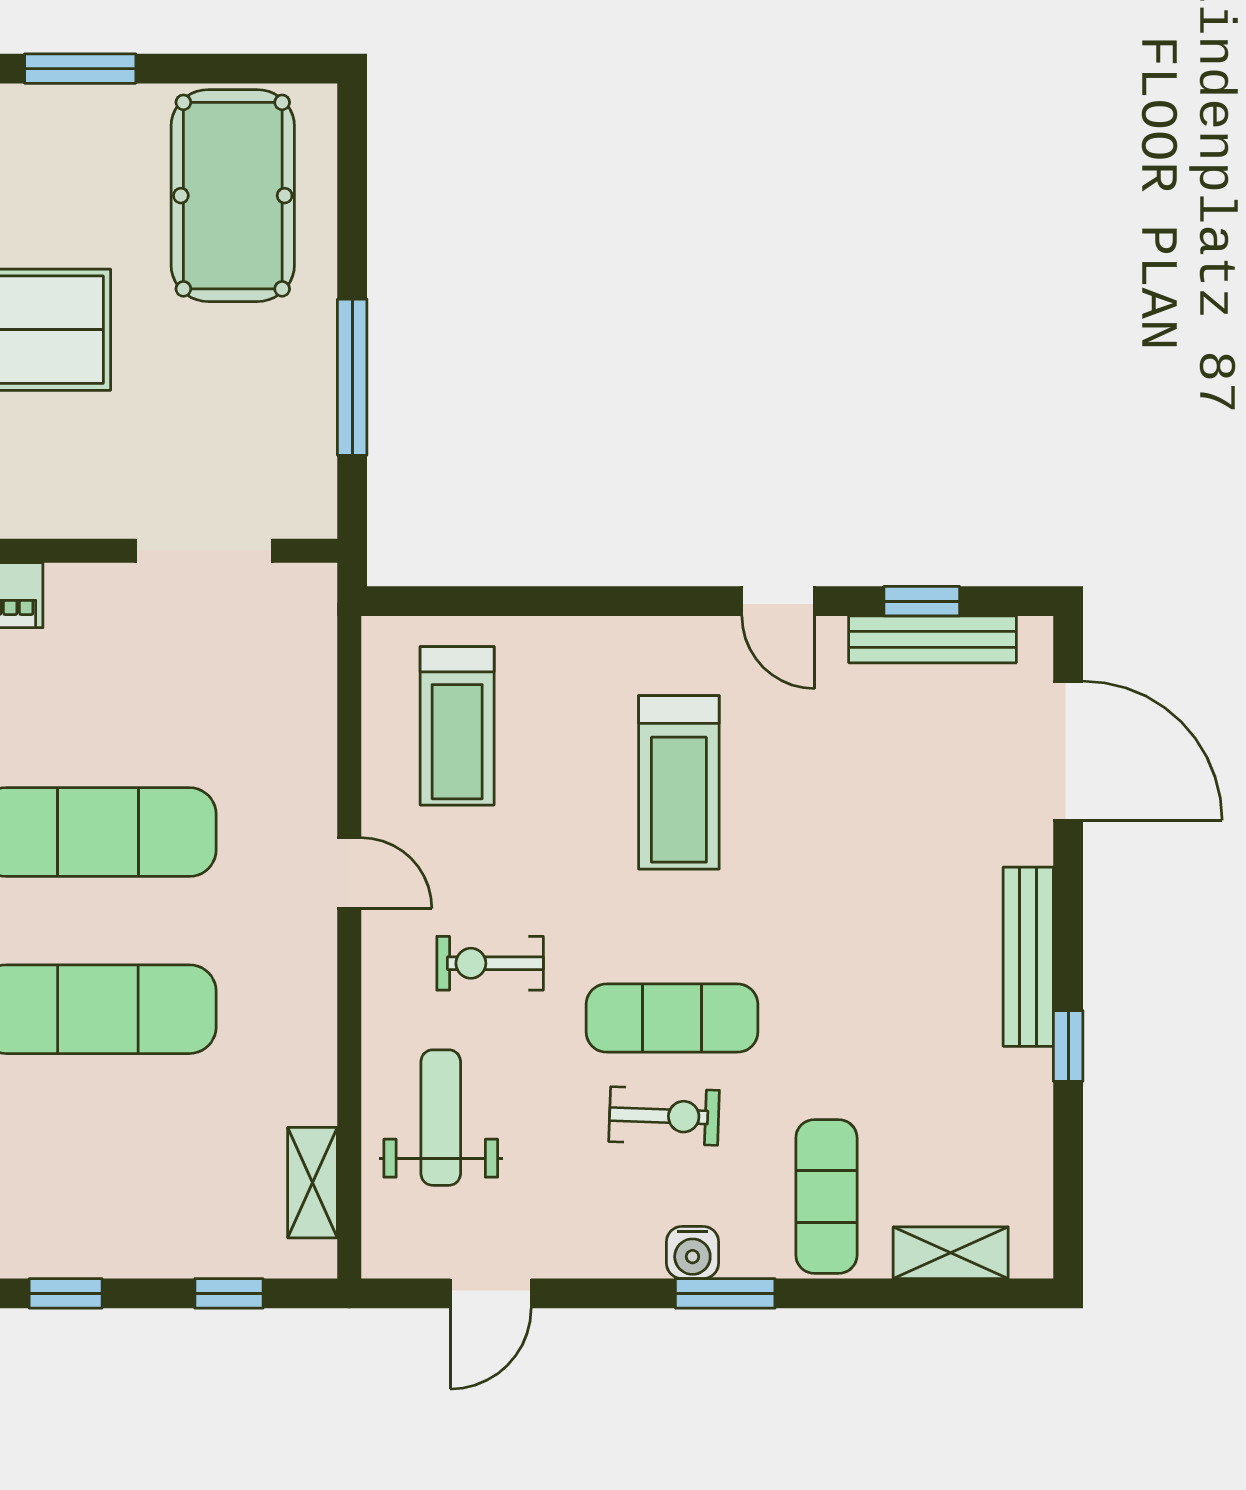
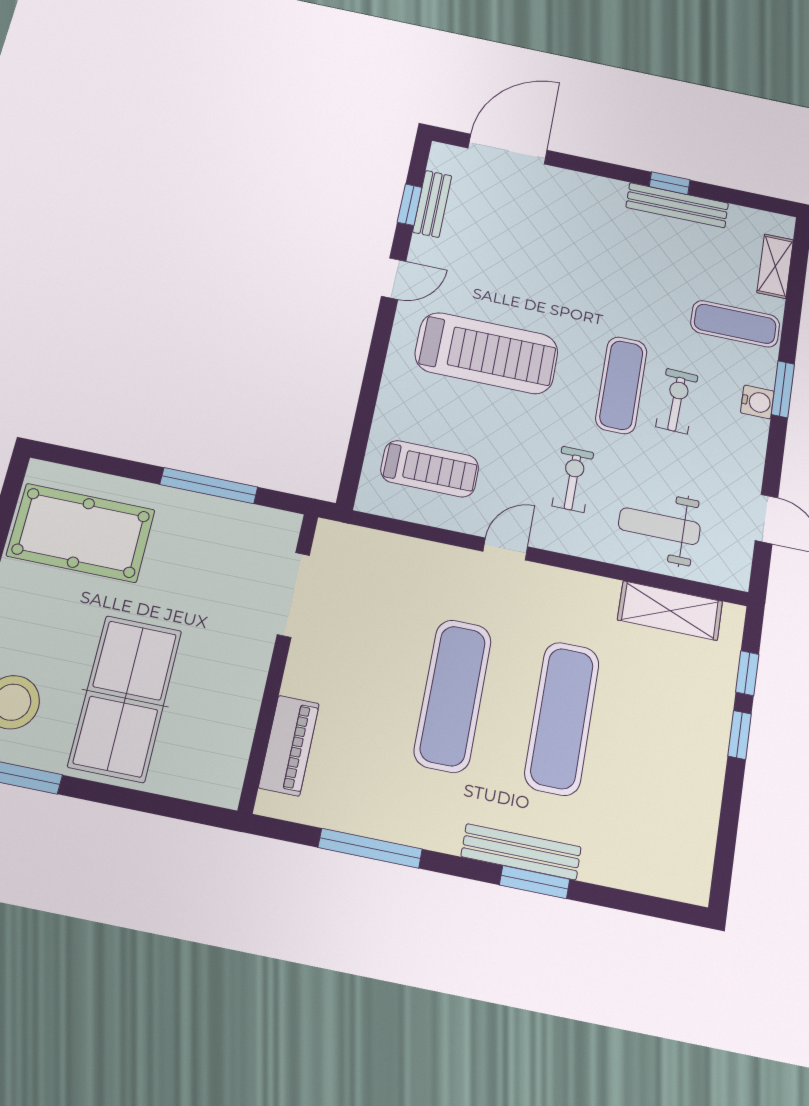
bench: (933, 639) -> (432, 204), width x0.73
treadmill: (679, 782) -> (487, 353), width x1.37, depth x1.38
bench: (1028, 957) -> (677, 205), moved
exercise bike: (490, 963) -> (573, 479), turned 180
shelving: (313, 1183) -> (670, 611), width x1.50, depth x1.33
window: (66, 1293) -> (740, 735), moved

